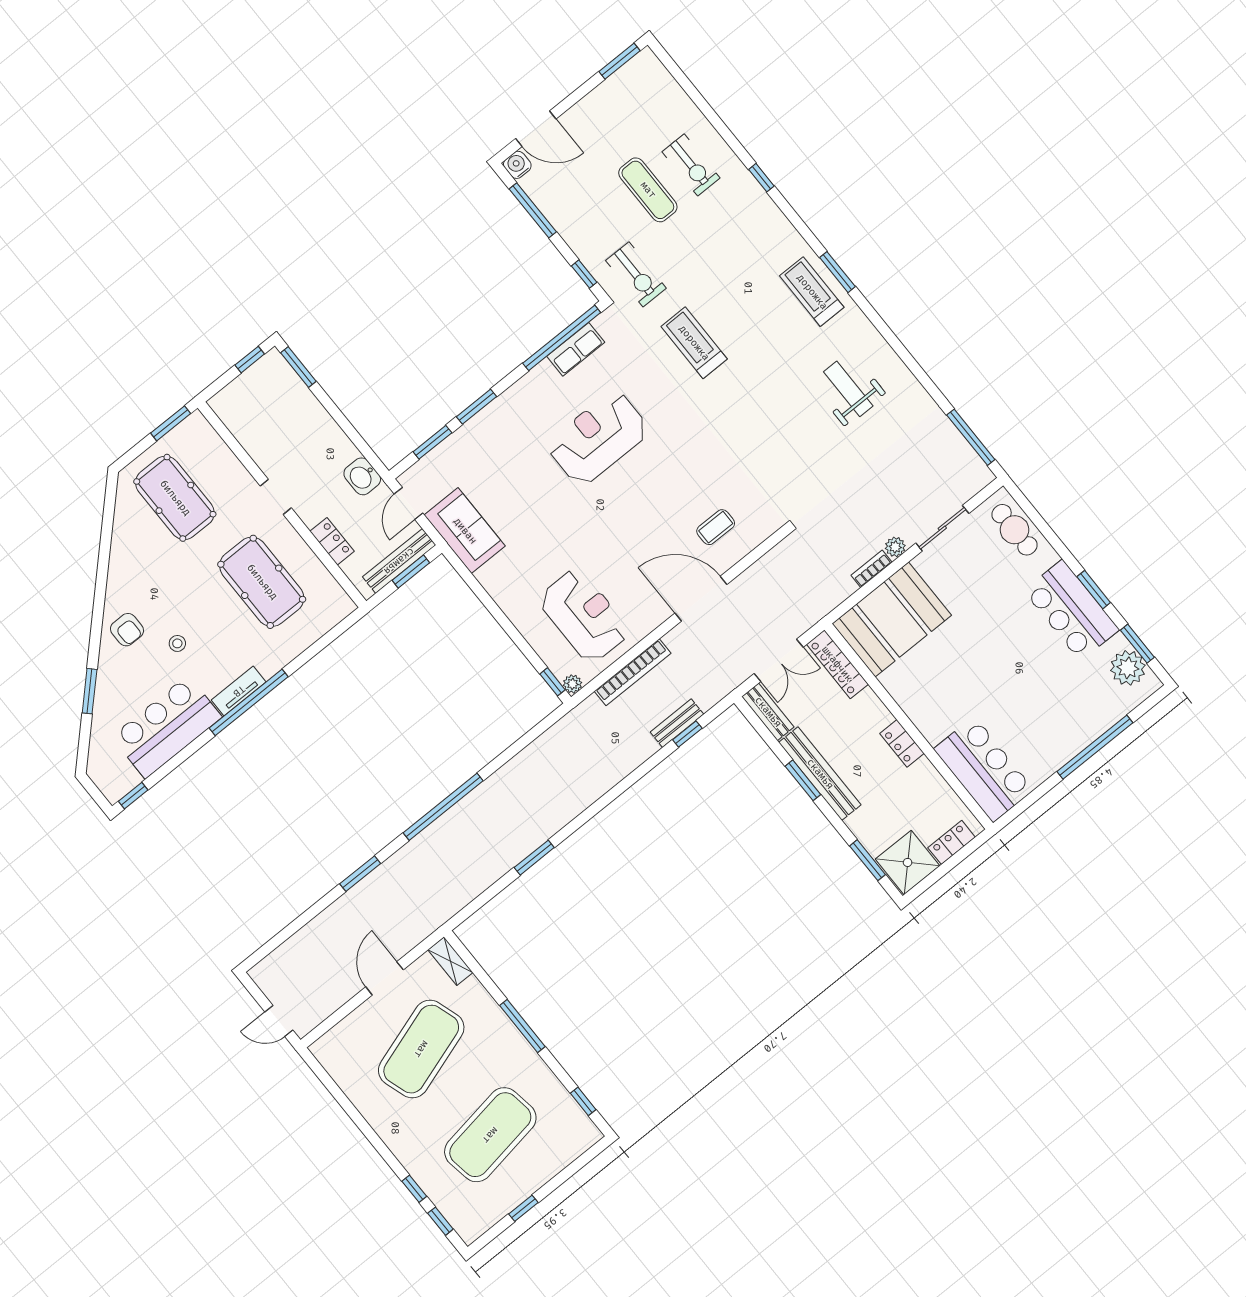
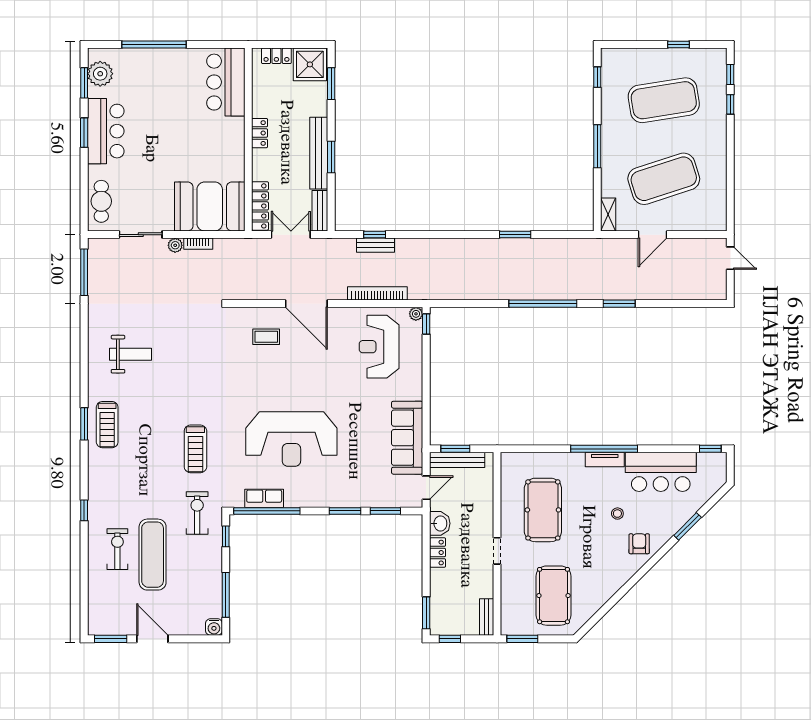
door: (536, 129) -> (152, 639), moved
exercise mat: (648, 190) -> (153, 555), width x1.36, depth x1.45
weight bench: (848, 389) -> (130, 354), turned -90
bench: (229, 416) -> (487, 617), added
reception desk: (598, 438) -> (291, 439), width x1.36, depth x1.30
sofa: (465, 531) -> (407, 438), width x1.36
locker: (332, 541) -> (438, 553), moved, turned 180

